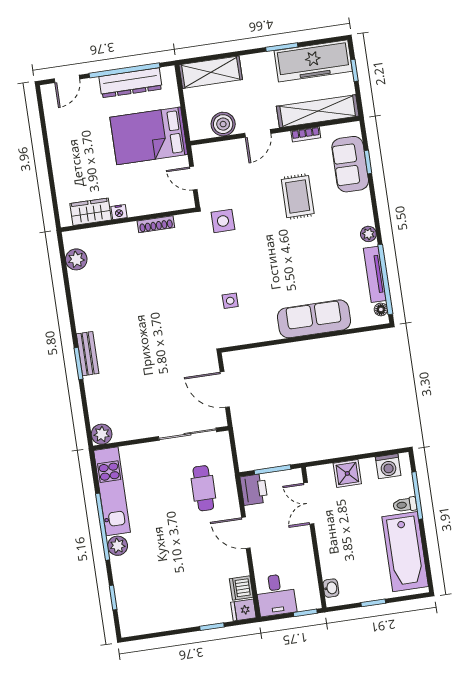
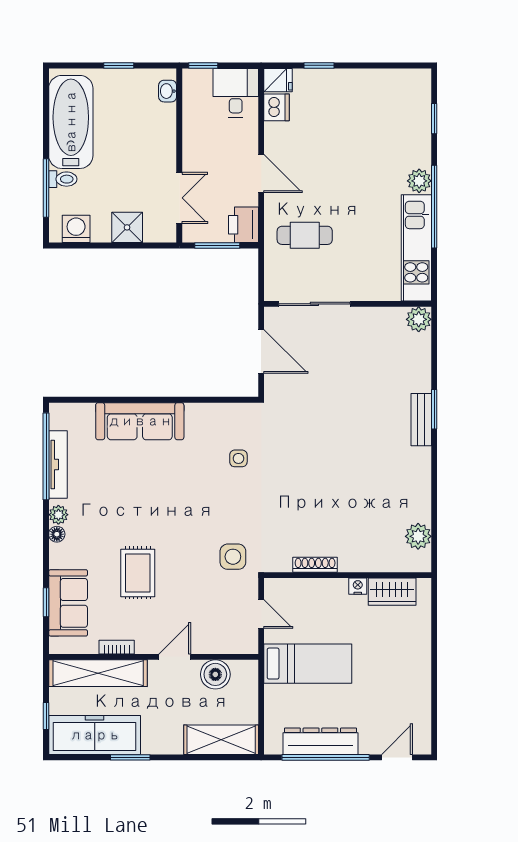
bed: (149, 136) -> (308, 664), width x0.67
floor lamp: (381, 309) -> (57, 534), moved
cafe table: (203, 488) -> (305, 235), turned 90

